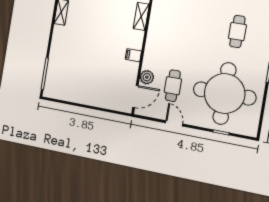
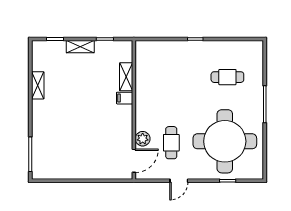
cafe table: (237, 32) -> (227, 77), turned 90
filing cabinet: (133, 55) -> (125, 98), moved
door: (174, 123) -> (179, 181), swing flipped

